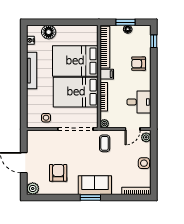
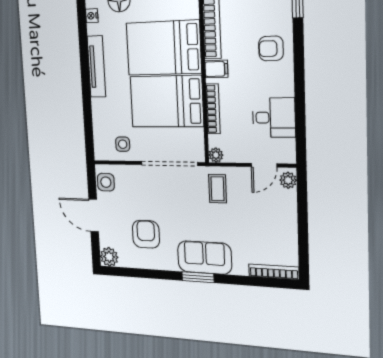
side table: (144, 163) -> (106, 182), moved

